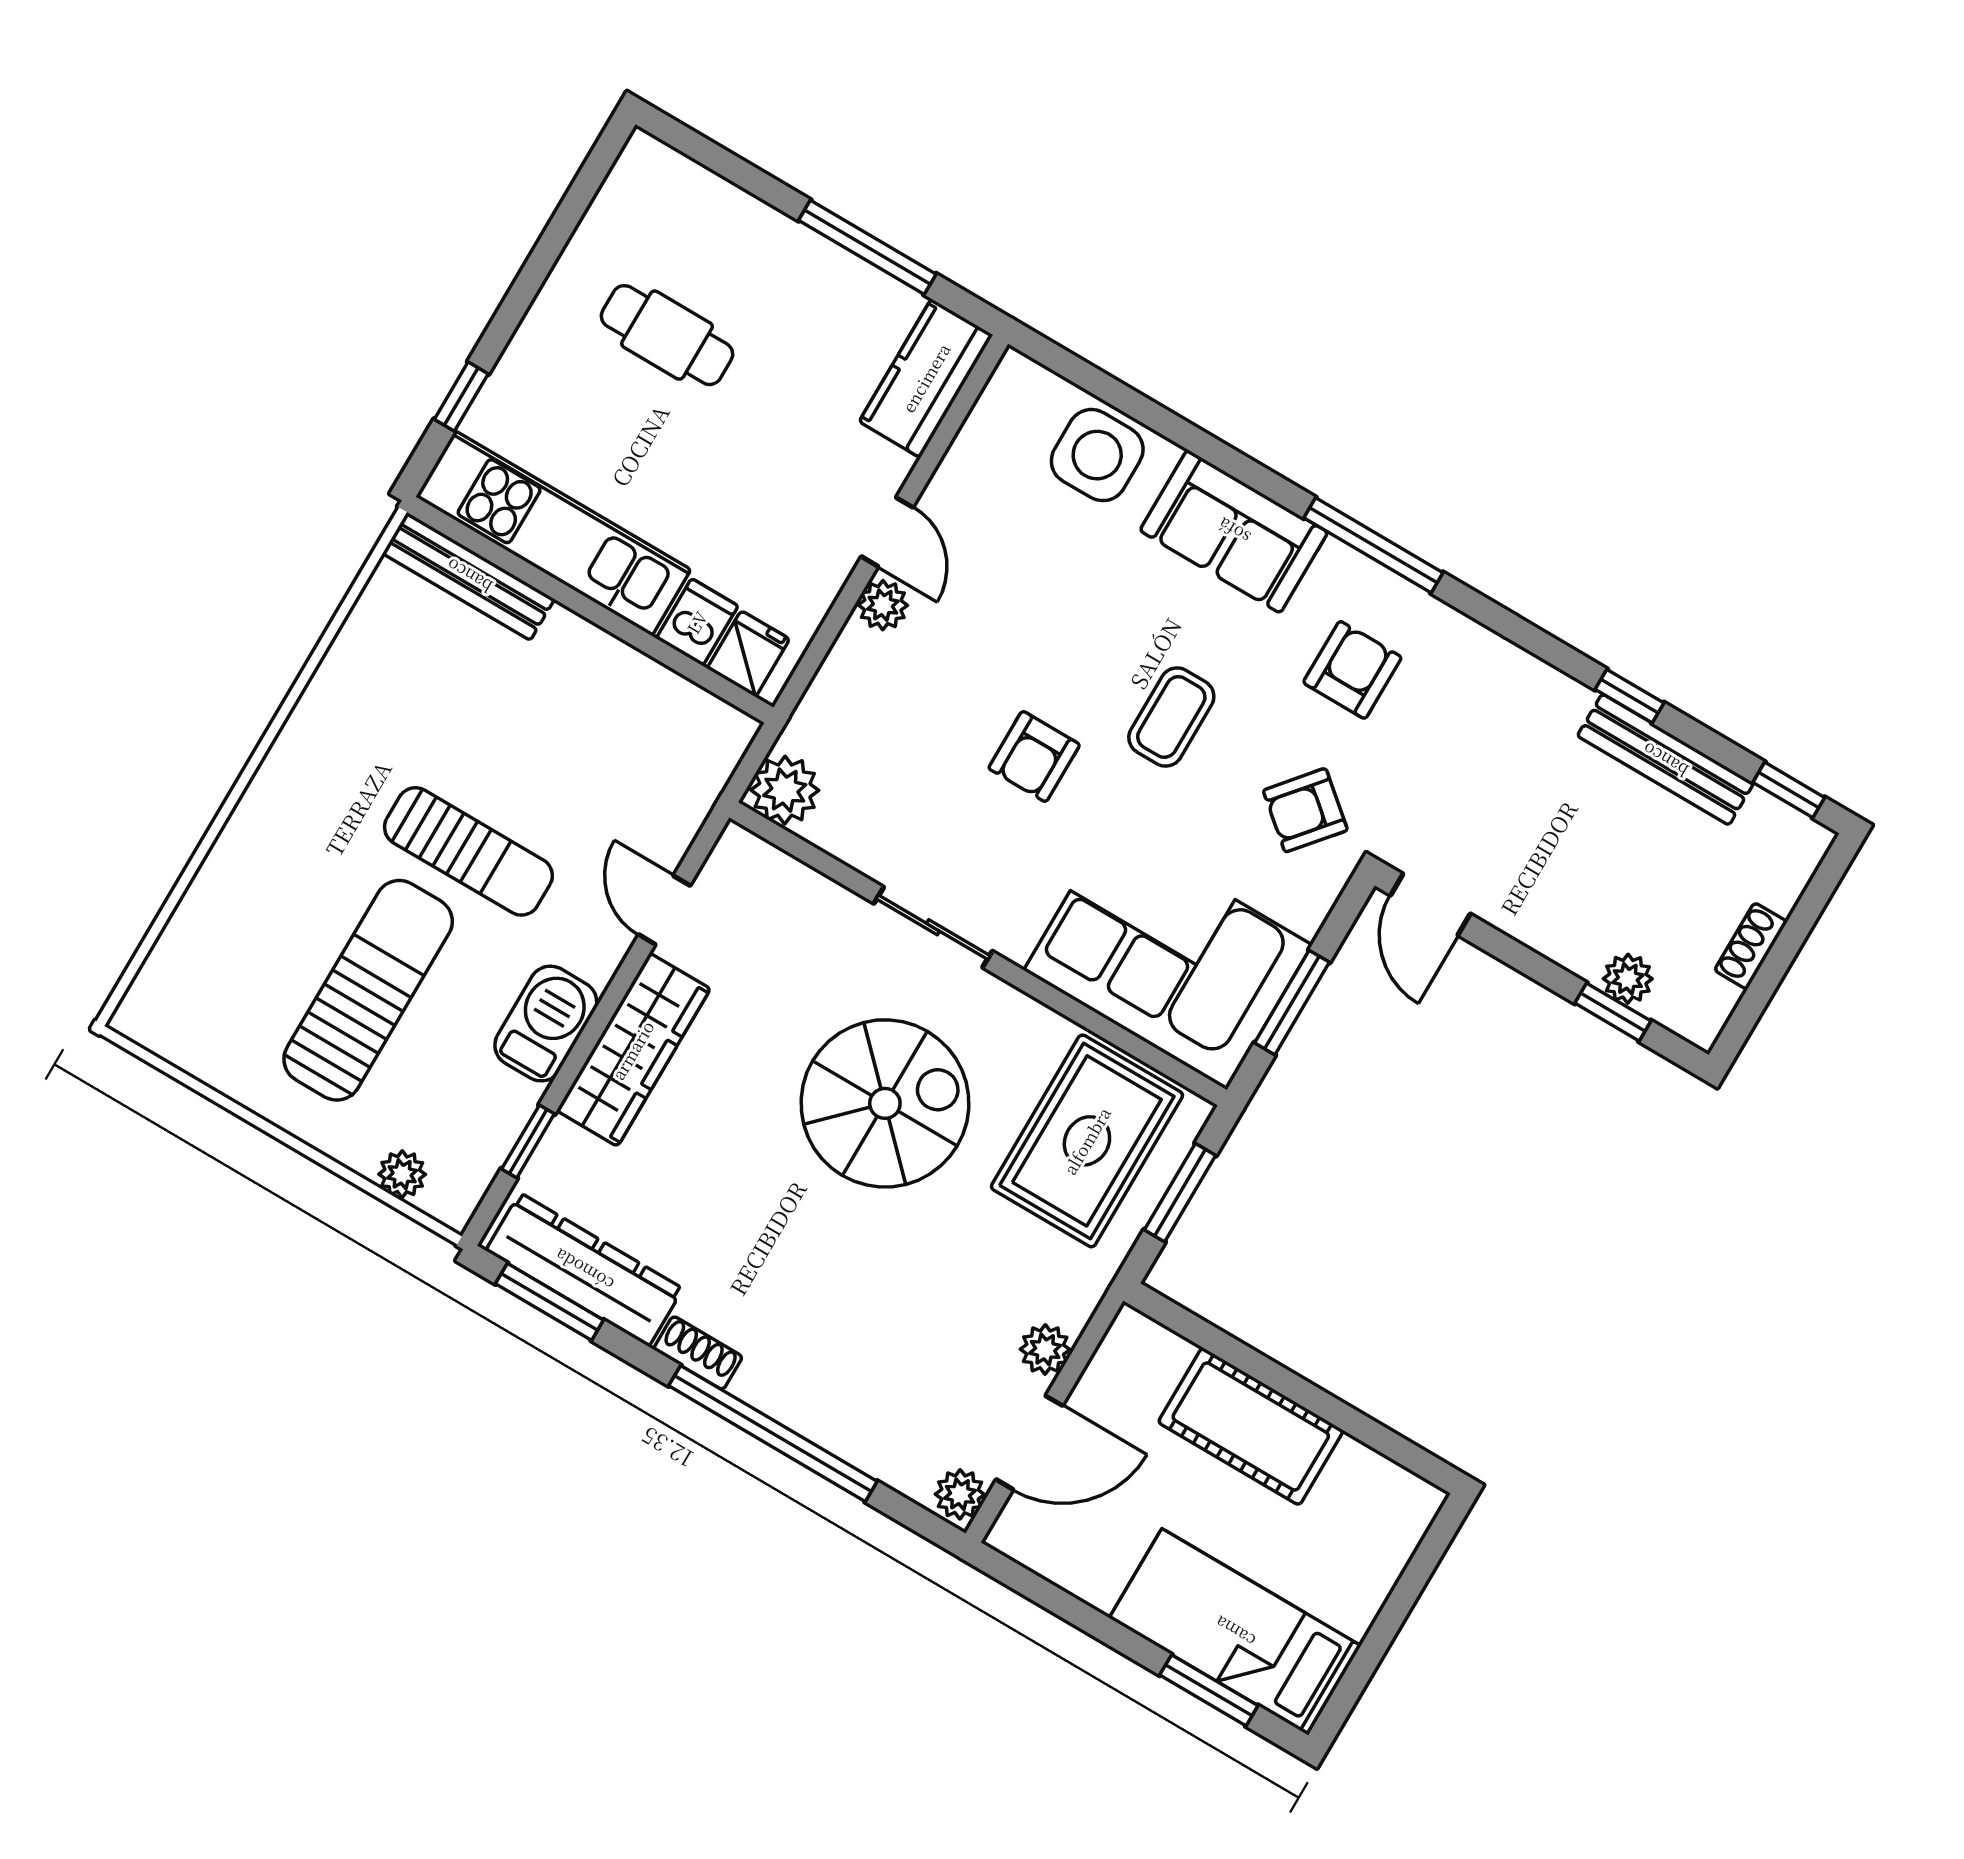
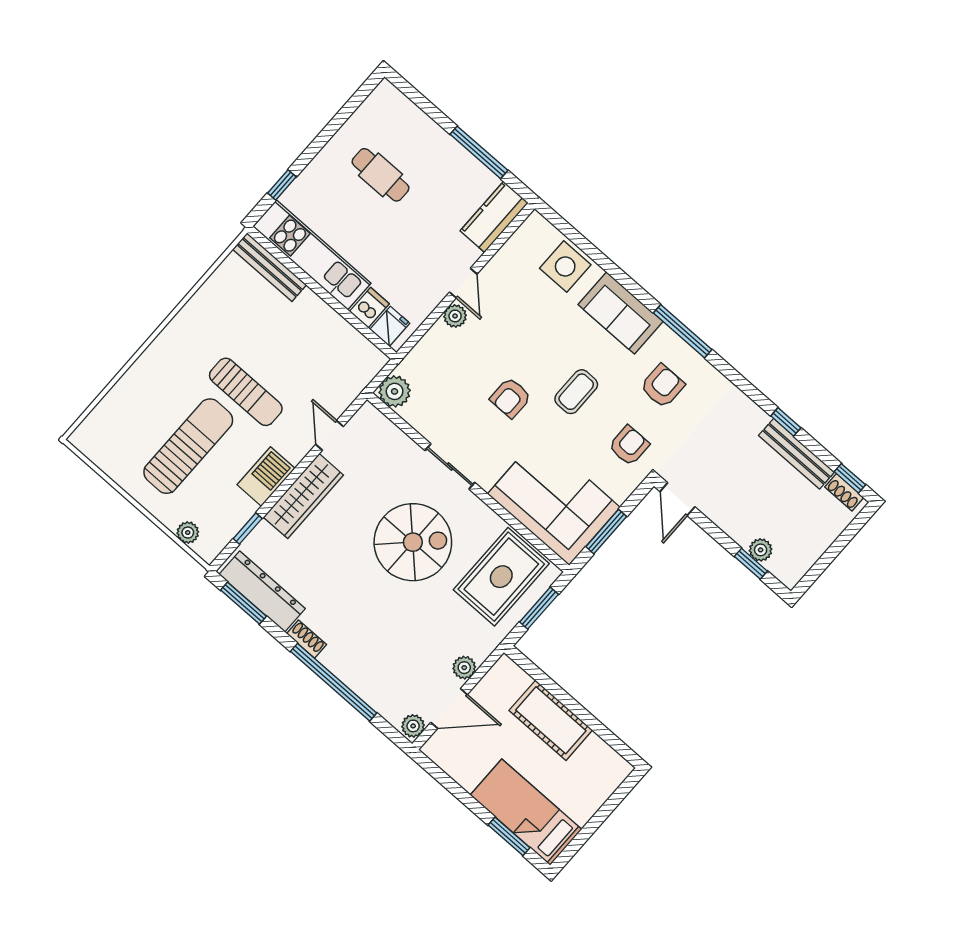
armchair: (1305, 810) -> (629, 446), turned 140
shoe rack: (1751, 946) -> (844, 492), moved, turned -90

